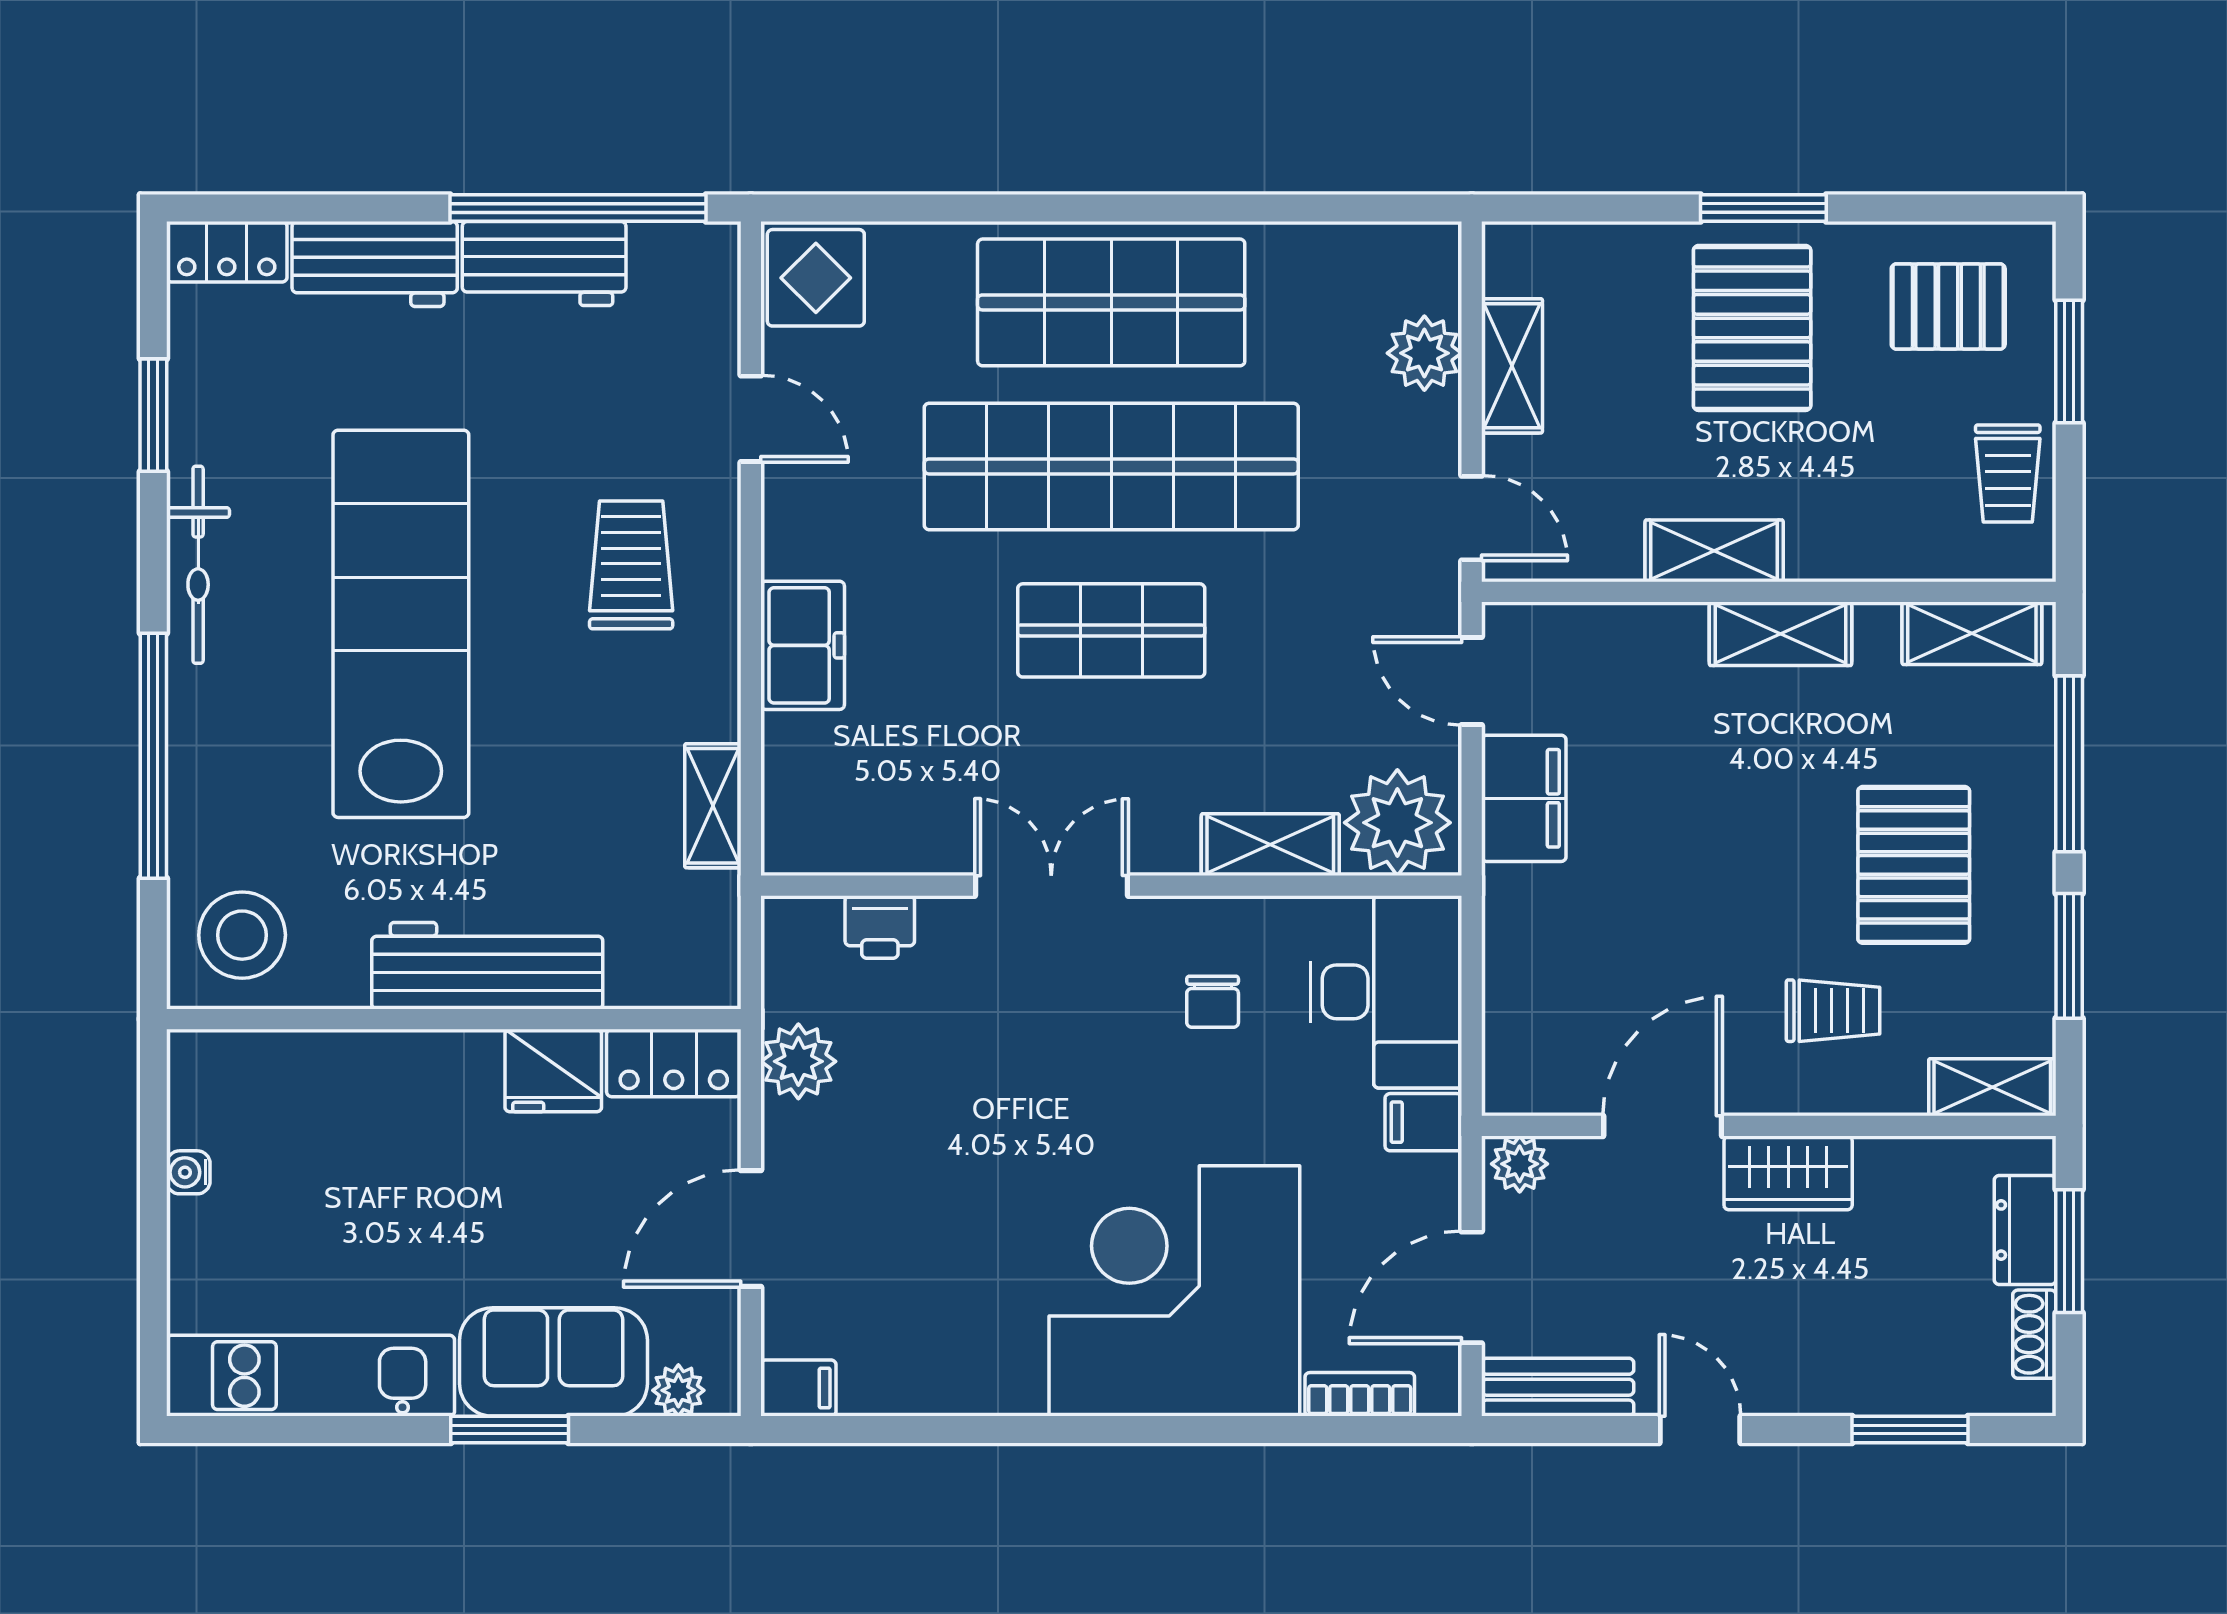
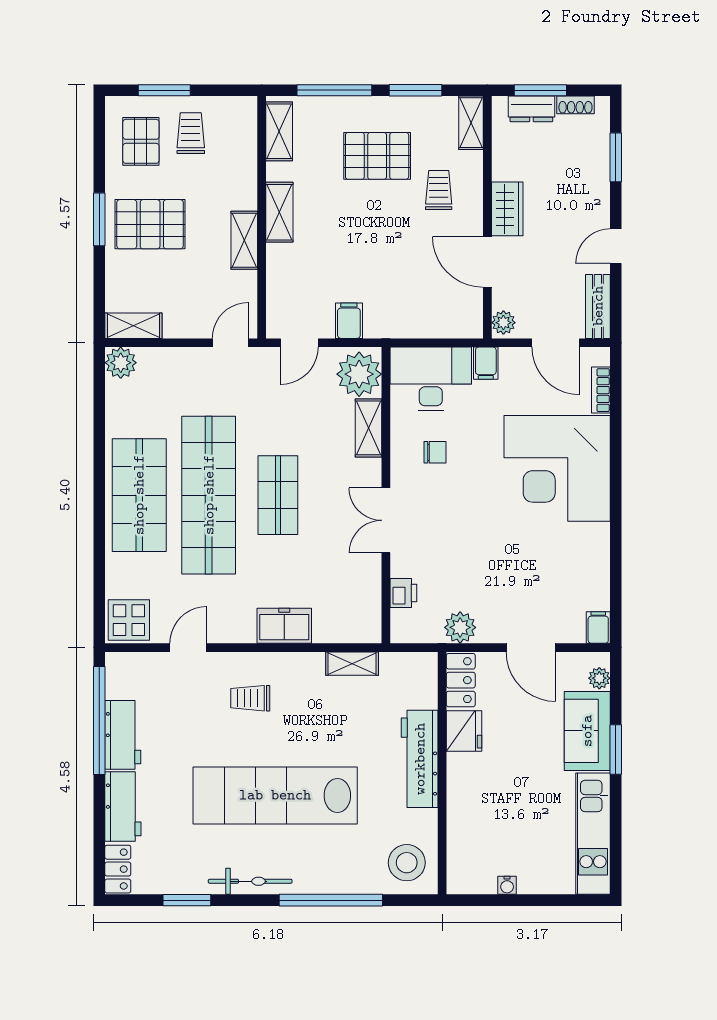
plant: (1424, 353) -> (121, 363), moved
shelving: (1512, 366) -> (133, 326), moved
trolley: (2008, 473) -> (191, 133), moved, turned -90
trolley: (631, 565) -> (250, 698), width x0.73, depth x0.72
filing cabinet: (1524, 798) -> (349, 321), width x0.50

